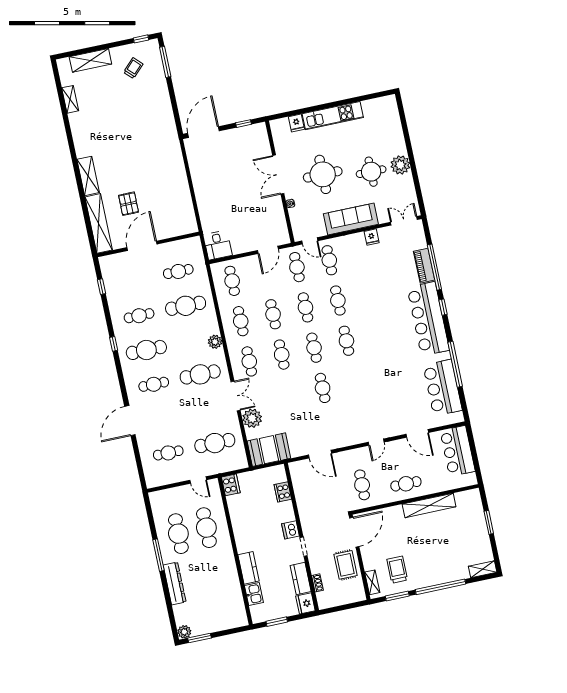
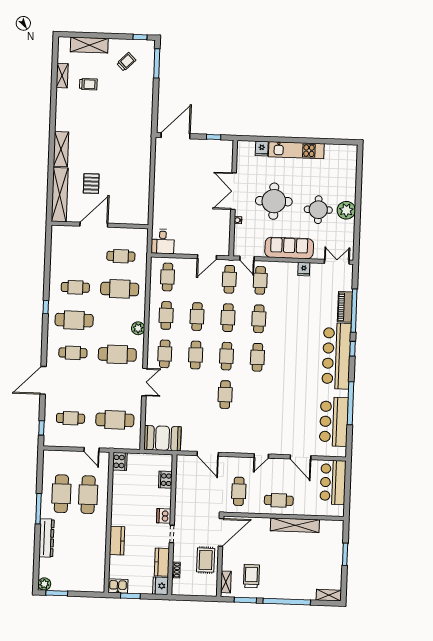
trolley: (100, 101) -> (88, 84), added
window: (101, 287) -> (41, 428), moved
plant: (252, 418) -> (154, 406), removed
kitchen sink: (254, 594) -> (118, 586), moved, turned -90

